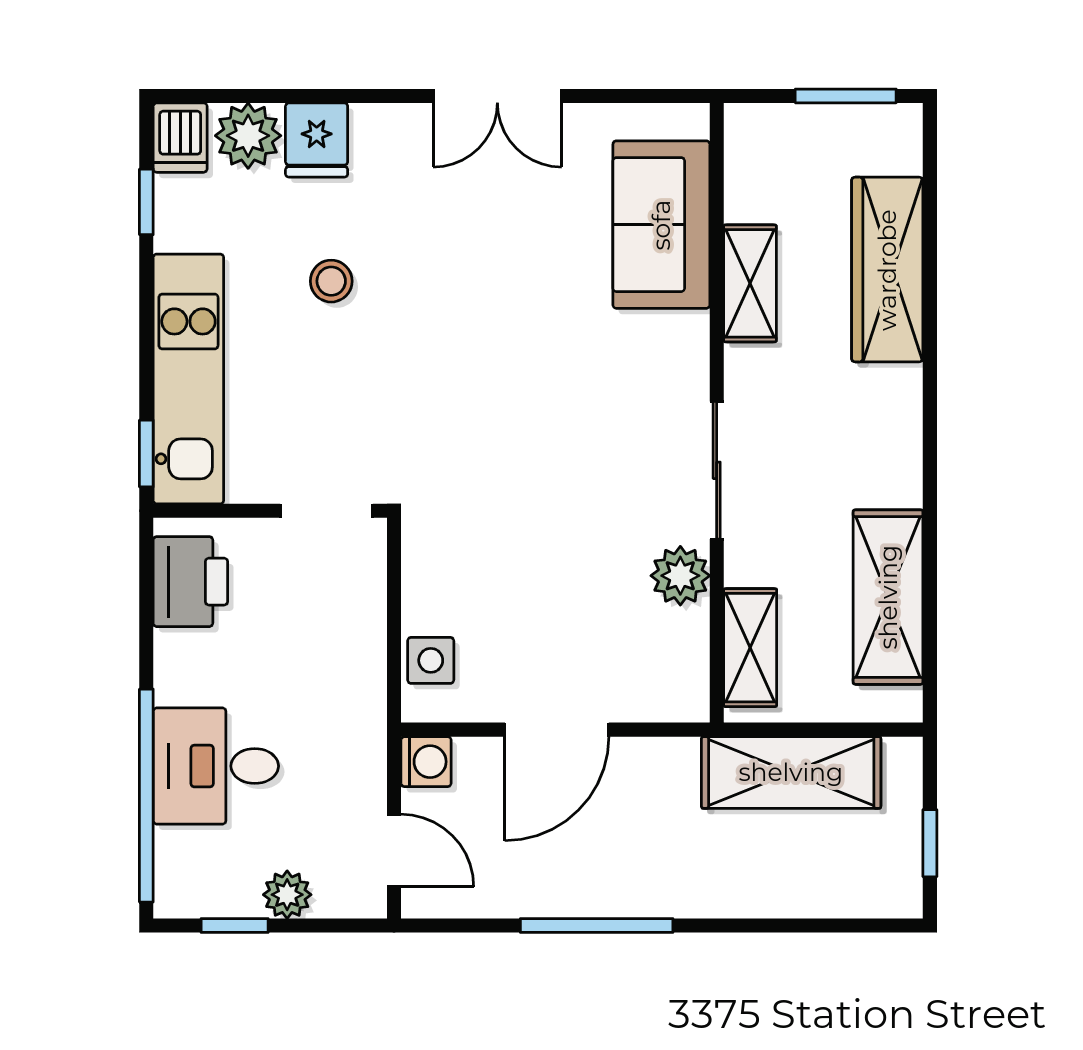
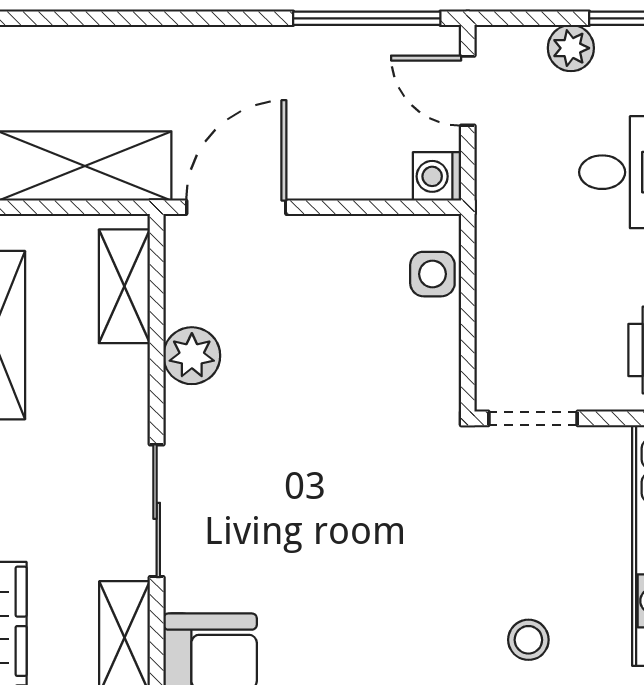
sliding door: (717, 470) -> (157, 511), moved
door: (557, 730) -> (236, 207), moved
window: (597, 926) -> (367, 18), moved

